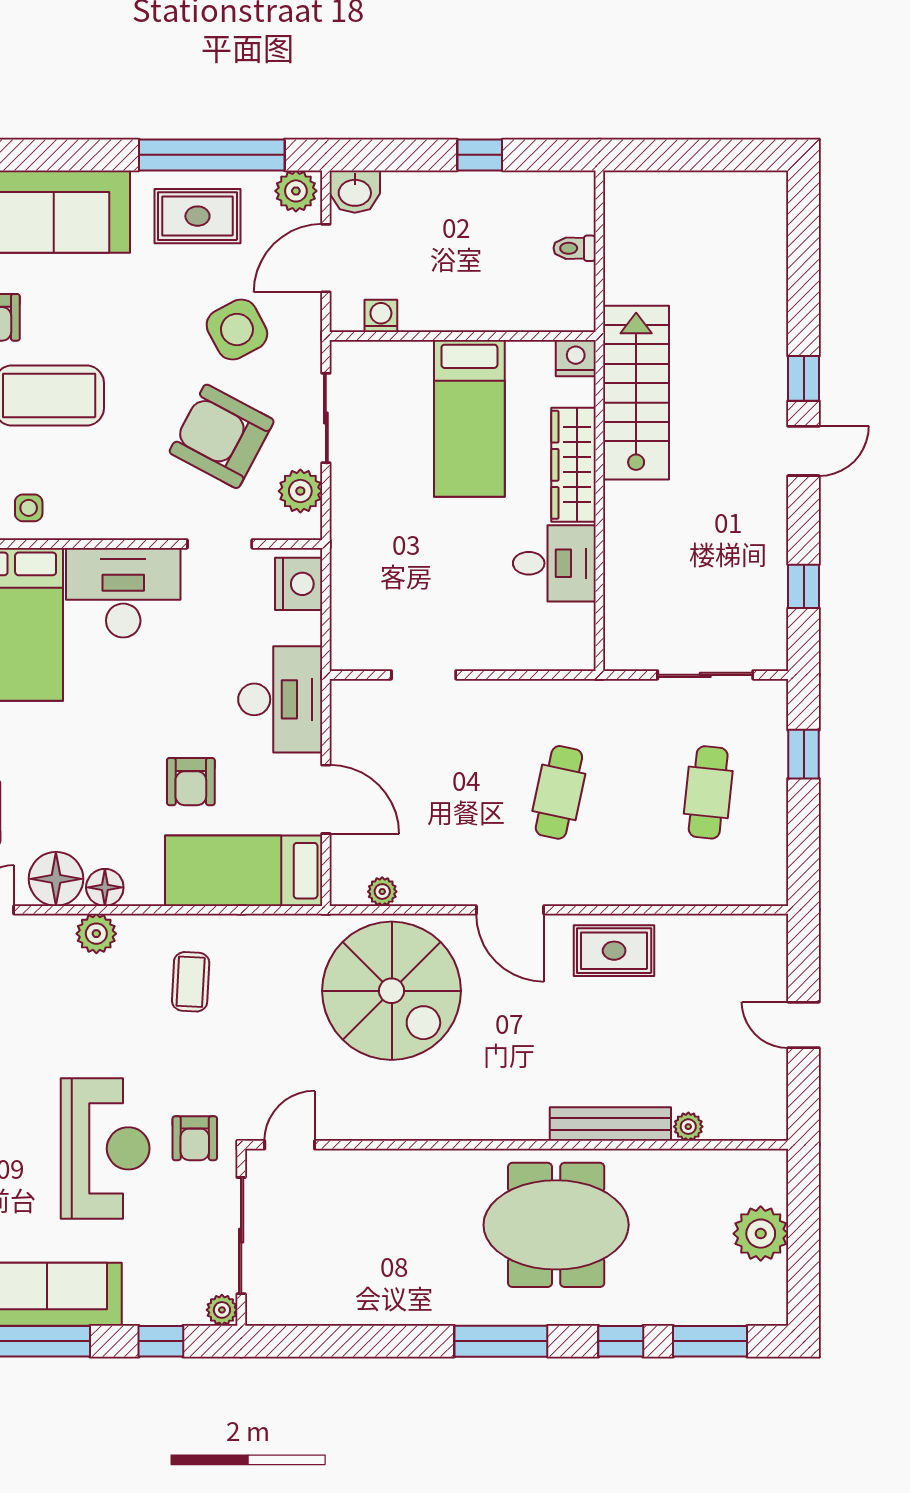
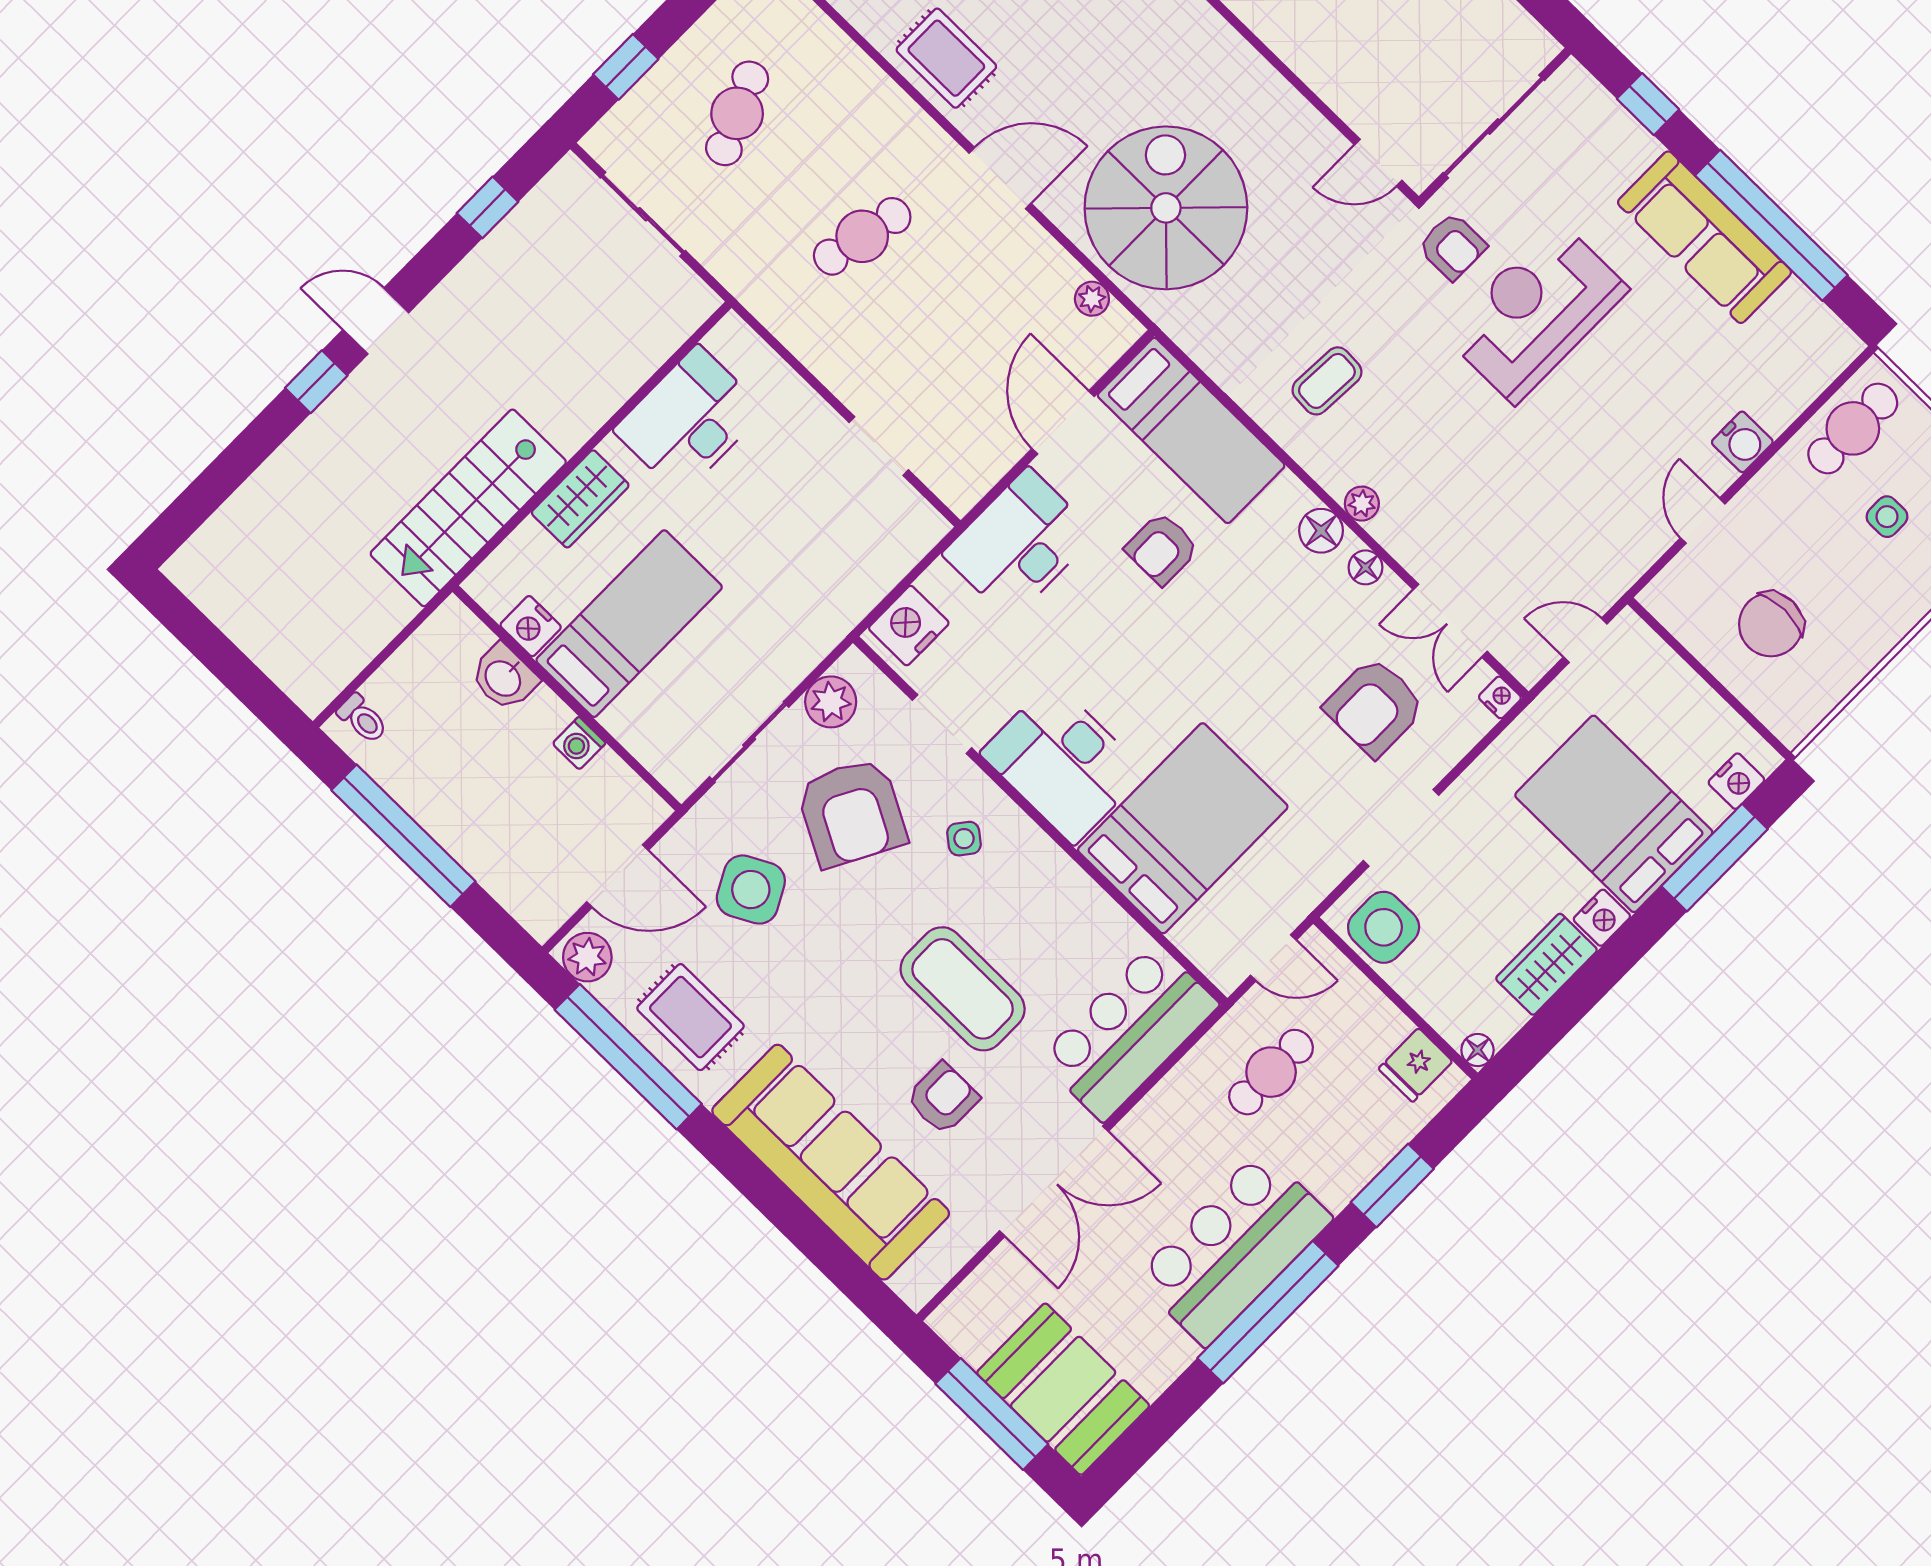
window: (480, 155) -> (403, 836), width x3.17
washbasin: (355, 192) -> (504, 677), moved, turned 180
toilet: (575, 248) -> (362, 719), moved
washing machine: (381, 316) -> (579, 743), moved
nightstand: (576, 358) -> (531, 626), moved
wardrobe: (573, 465) -> (580, 499), width x0.67
side table: (29, 508) -> (964, 839), moved, turned 38
desk: (554, 563) -> (689, 420), width x1.37
armchair: (191, 782) -> (1162, 549), turned 180
cafe table: (708, 792) -> (737, 113), turned -30
floor lamp: (56, 879) -> (1366, 567), width x0.53, depth x0.53
door: (510, 910) -> (1000, 178), hinge flipped
plant: (96, 934) -> (1362, 504), width x0.73, depth x0.73
armchair: (195, 1138) -> (1452, 246), turned 90
plant: (222, 1310) -> (1571, 80), removed

